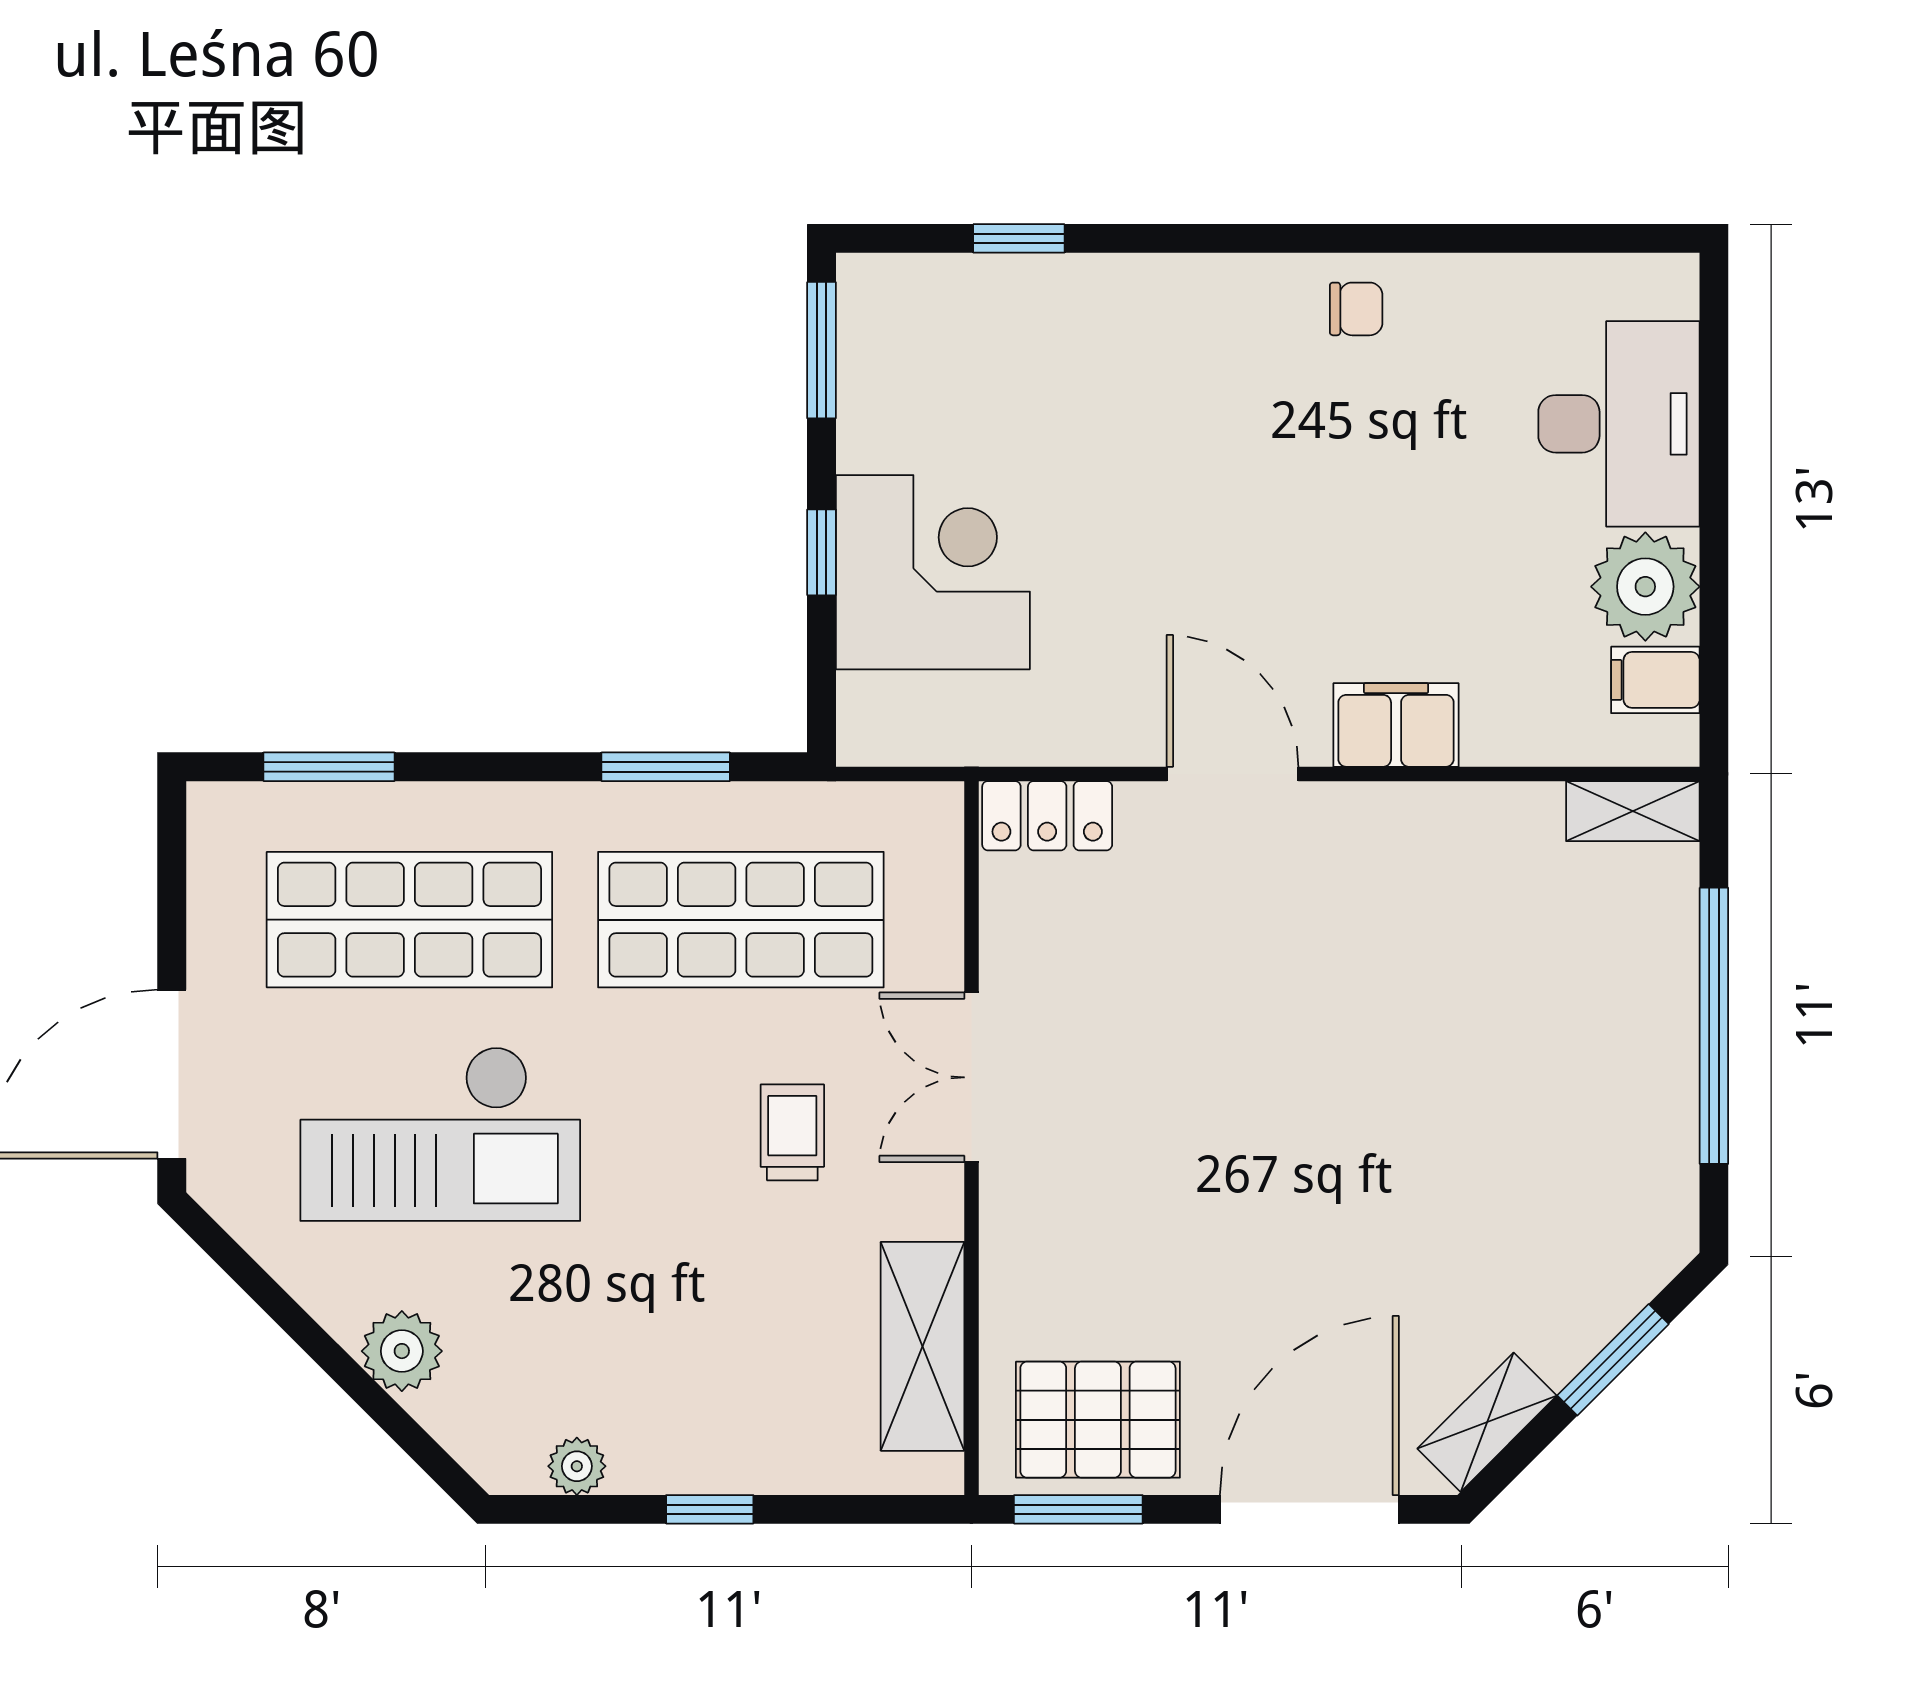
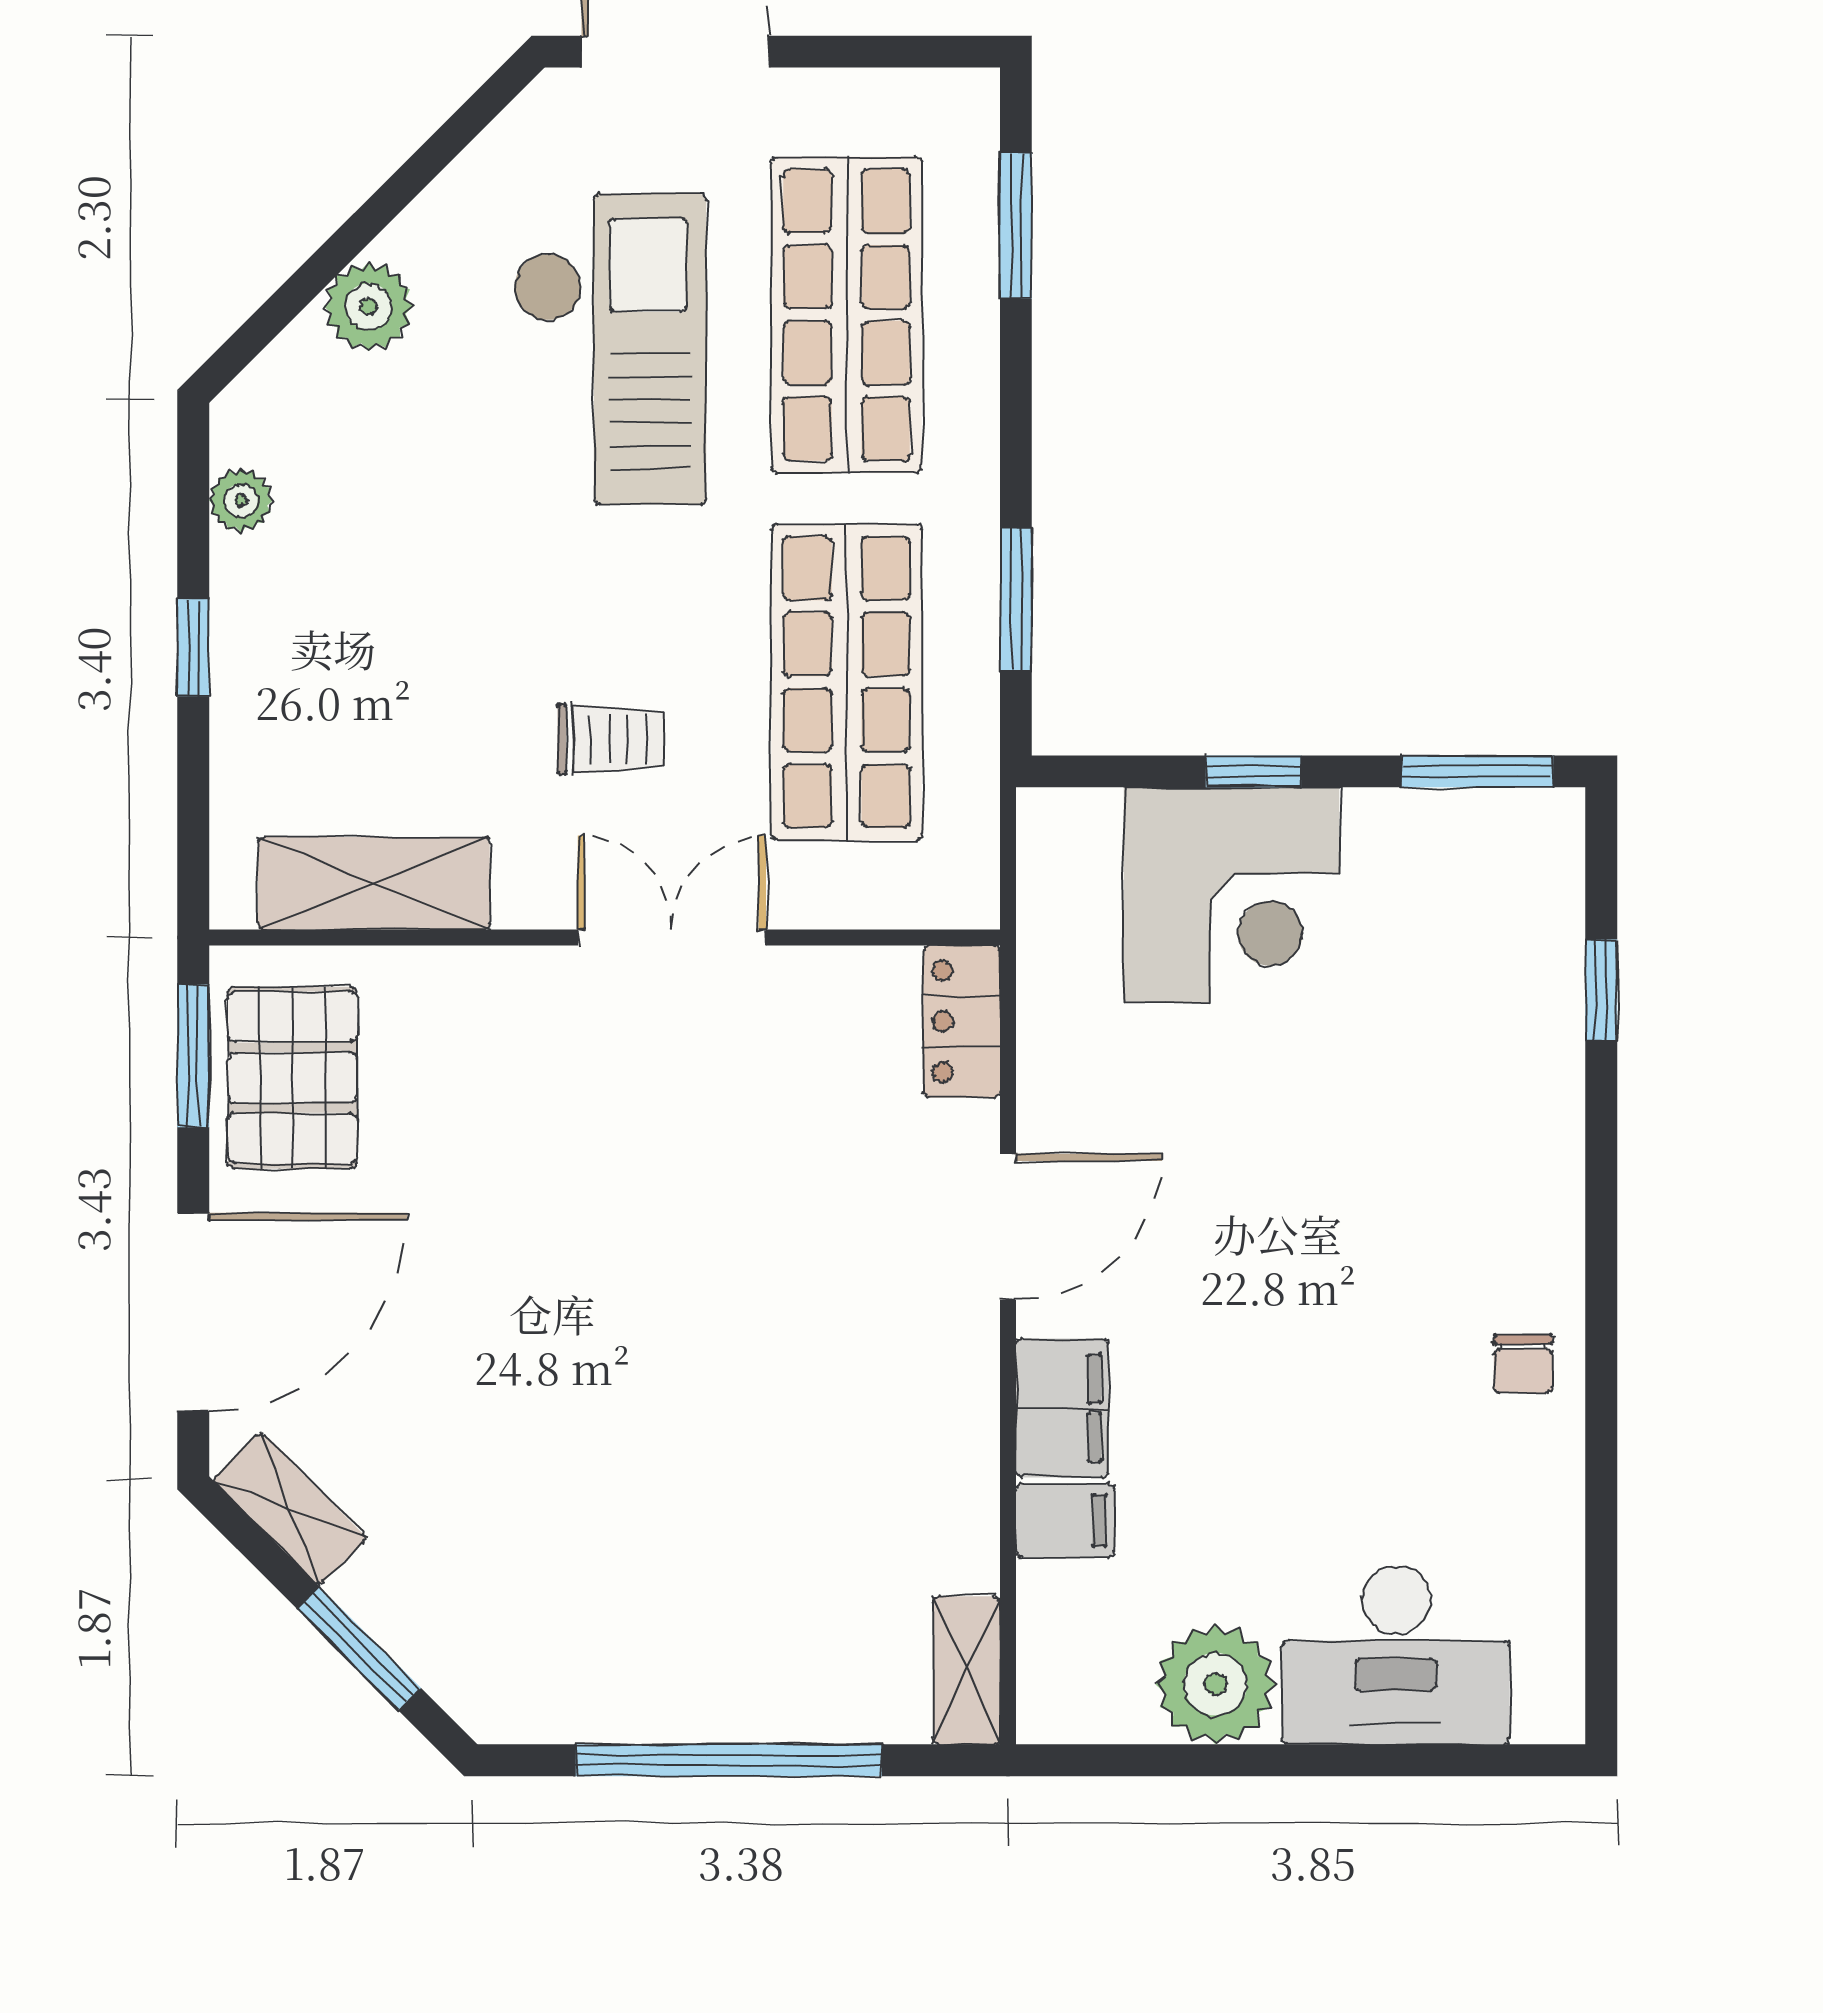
filing cabinet: (1655, 680) -> (1065, 1521), moved, turned 90
checkout: (440, 1134) -> (609, 349), turned 180
door: (1309, 1509) -> (193, 1312), hinge flipped

